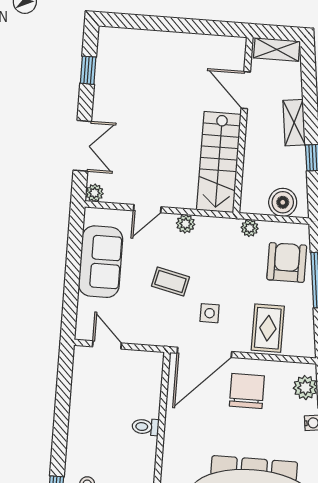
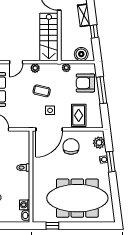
armchair: (287, 262) -> (85, 83), turned -90
coffee table: (170, 282) -> (42, 91), moved

